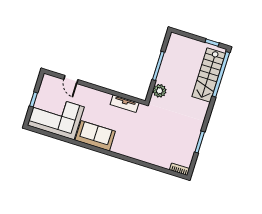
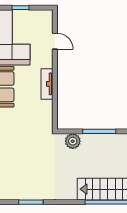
door: (71, 79) -> (55, 41), swing flipped
tv unit: (125, 104) -> (47, 84), moved

